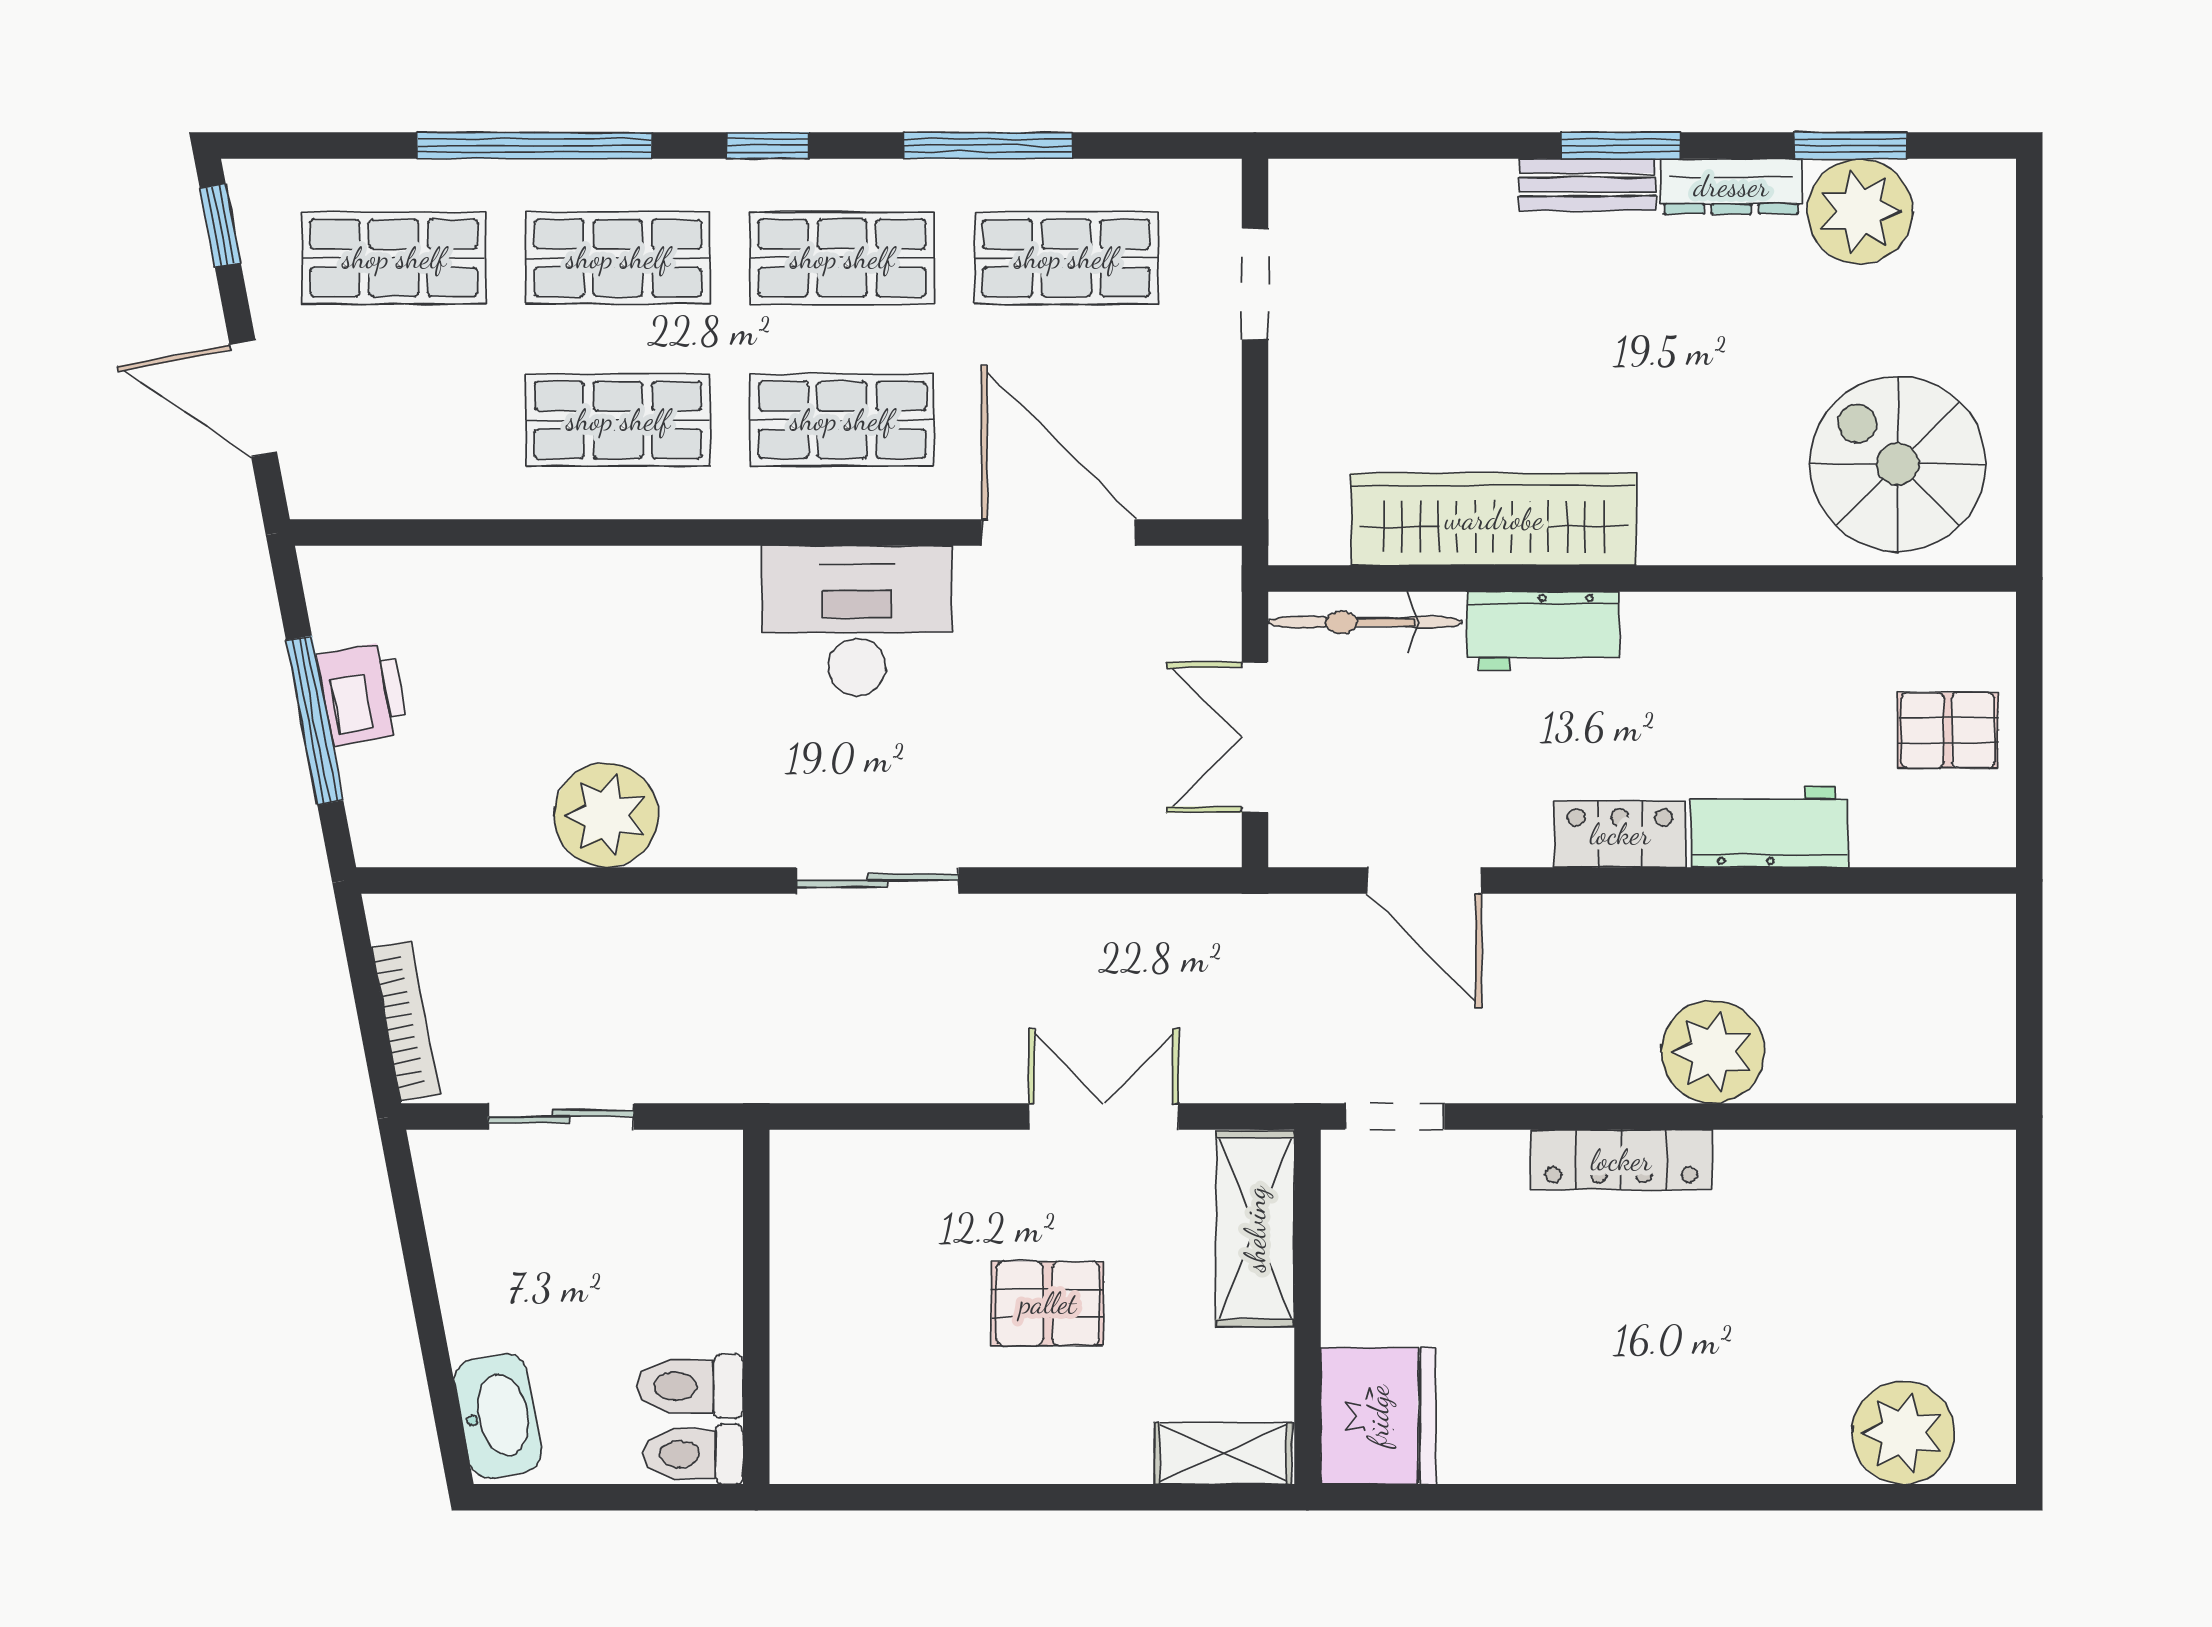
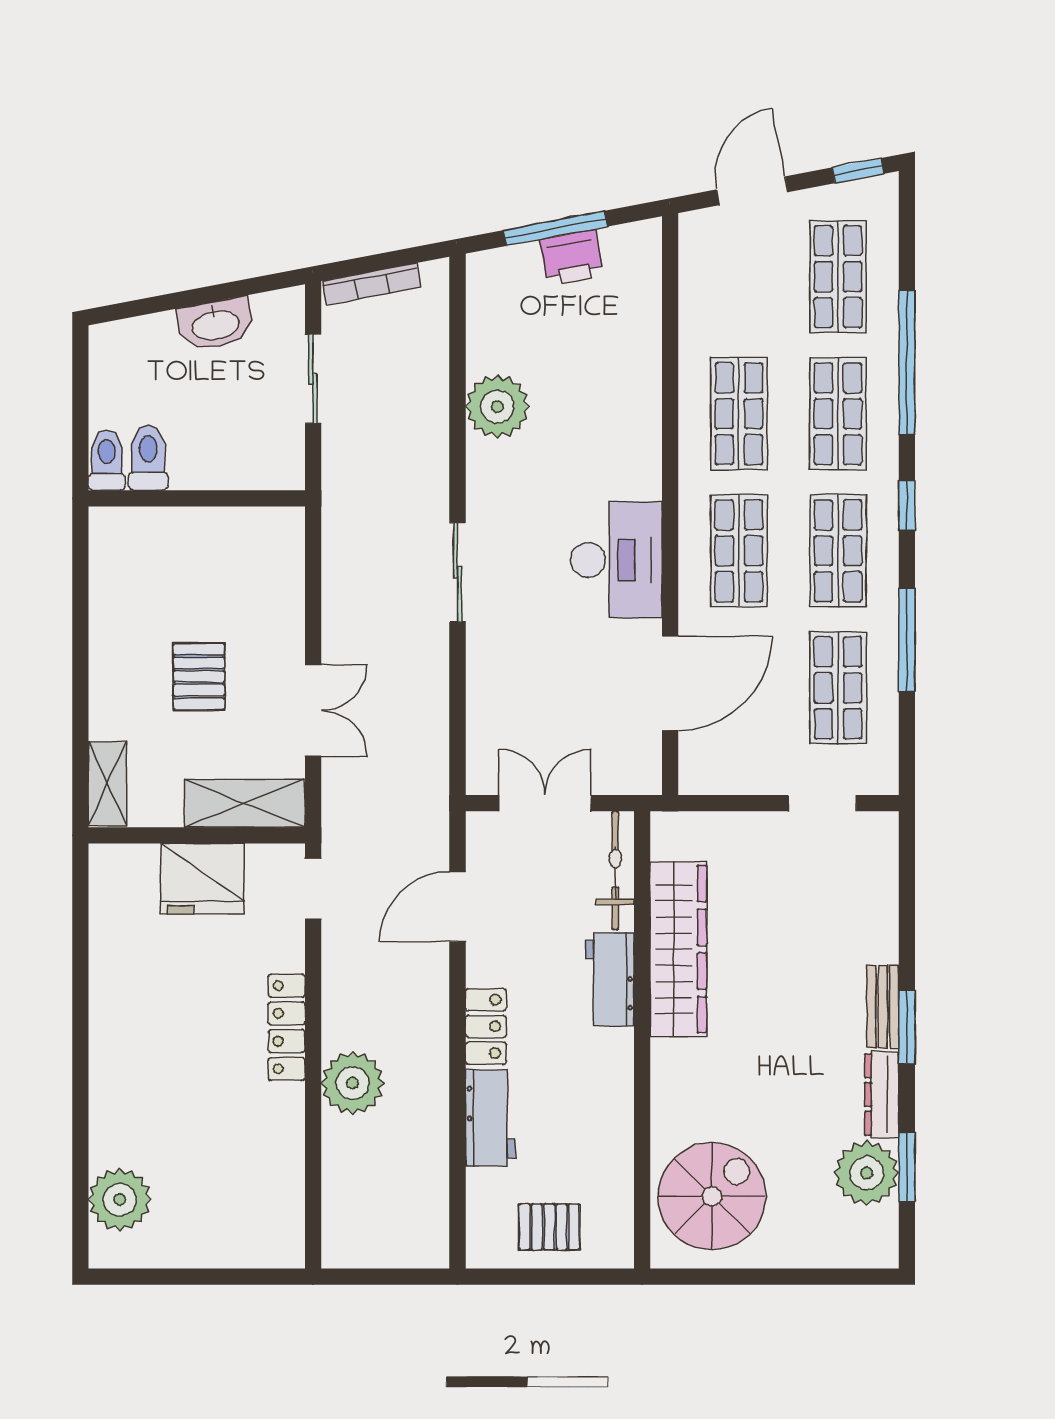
pallet: (1948, 730) -> (549, 1227), turned 90
washbasin: (498, 1416) -> (215, 324), moved
fridge: (1378, 1416) -> (202, 879), moved

